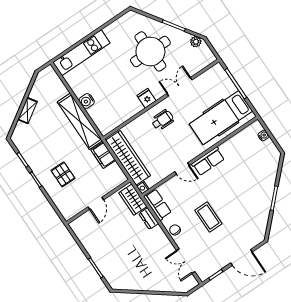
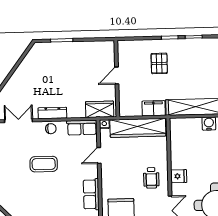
door: (182, 169) -> (99, 155), moved
pallet: (63, 174) -> (159, 63), turned 90
door: (96, 203) -> (117, 76), hinge flipped
dresser: (149, 219) -> (52, 113), moved, width x1.44

